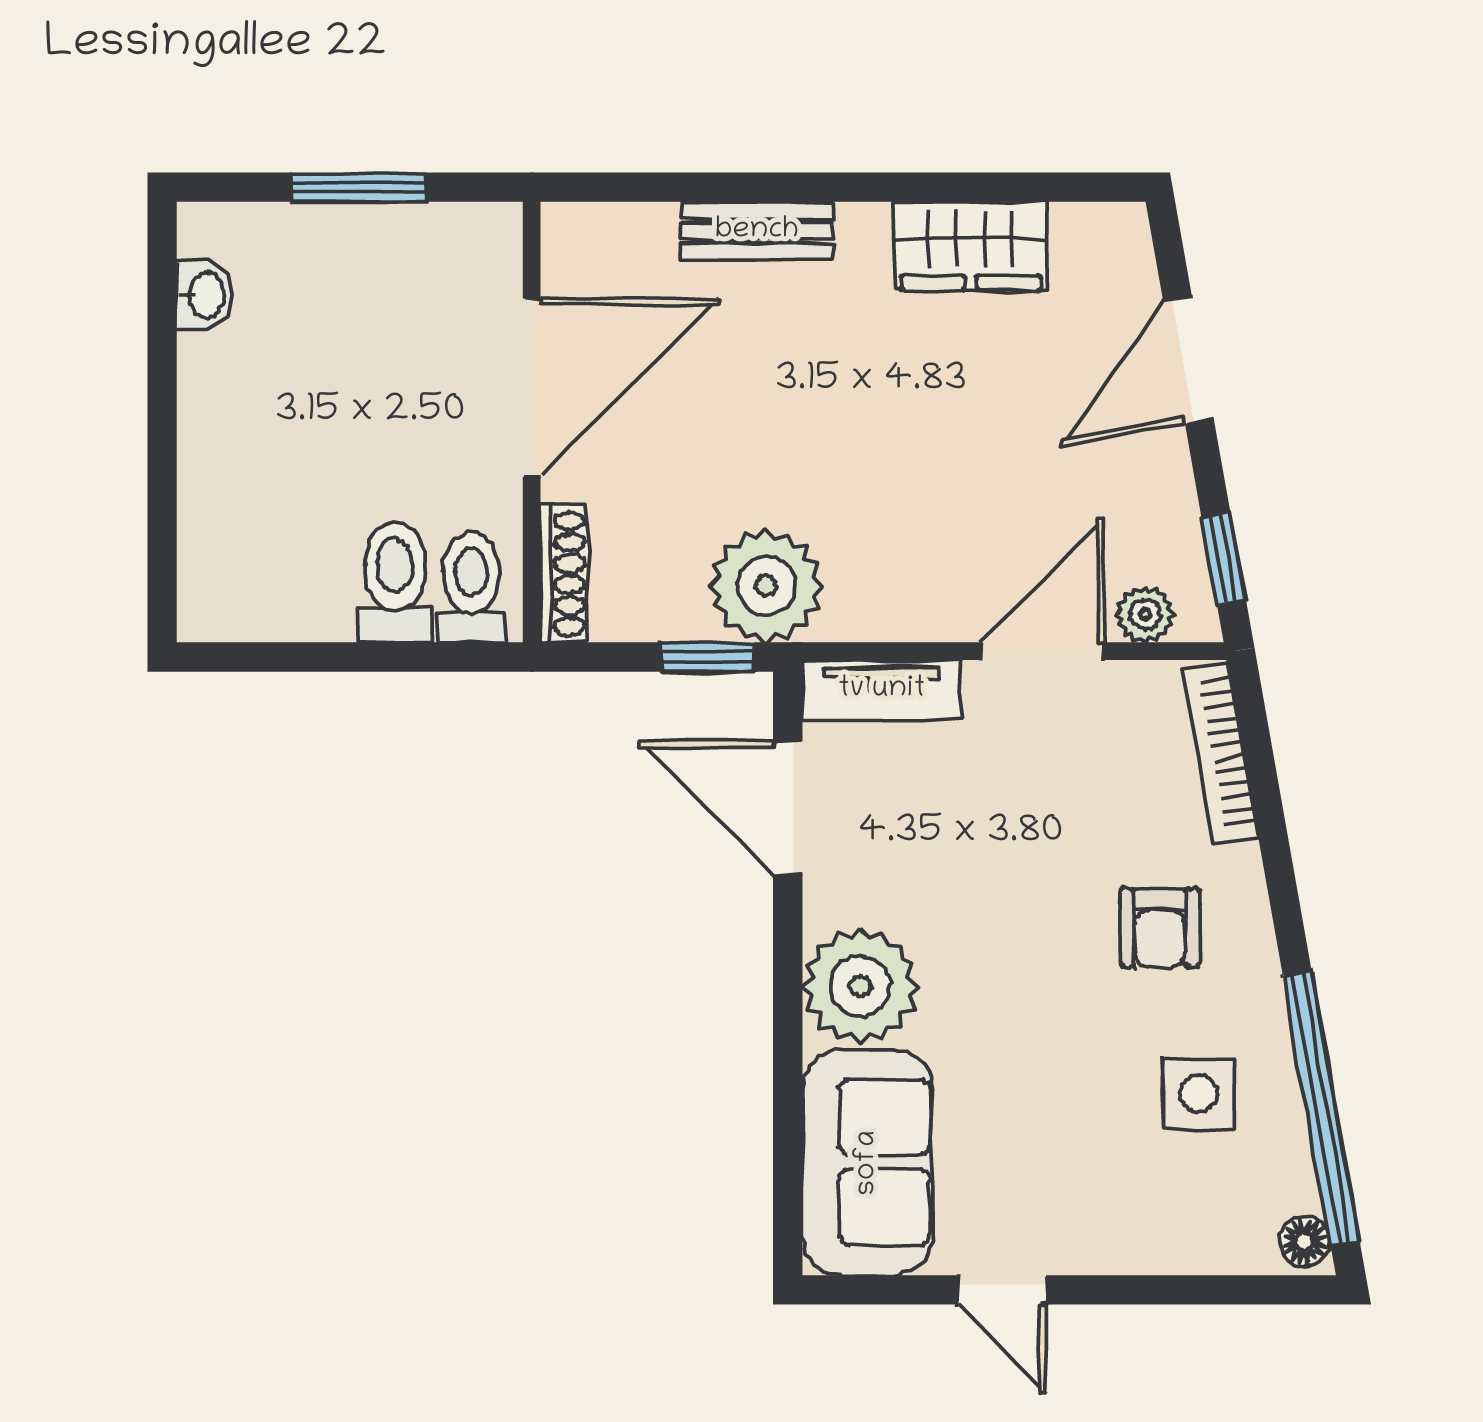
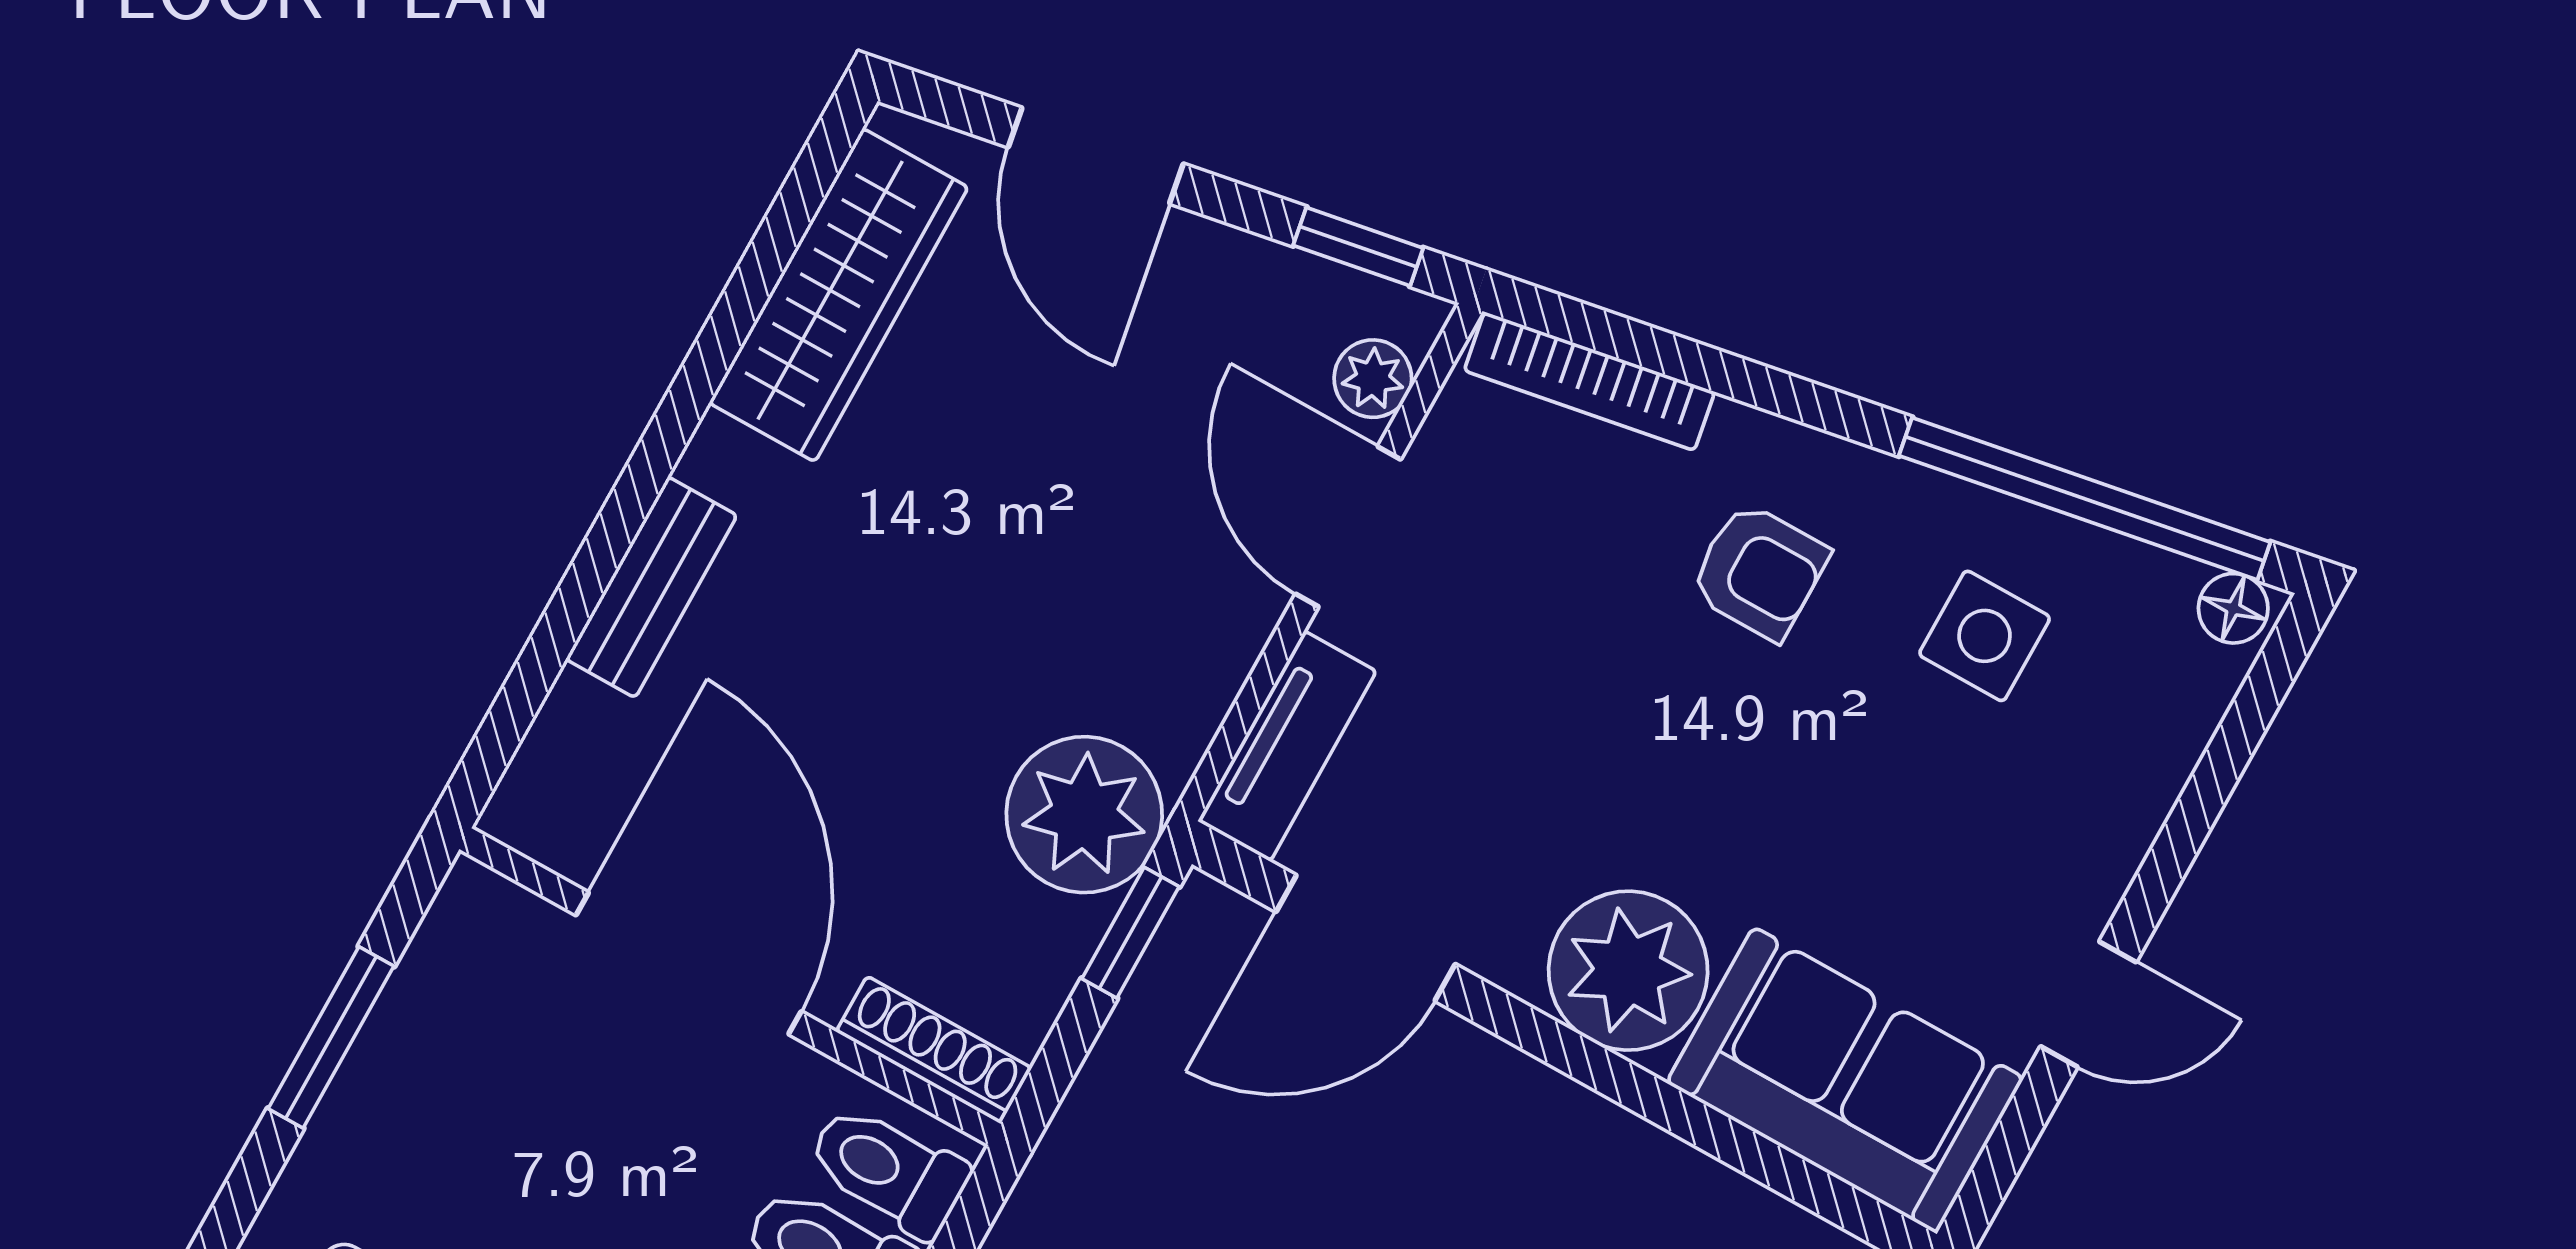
wardrobe: (971, 246) -> (839, 295), width x1.50

